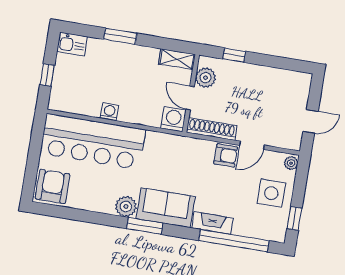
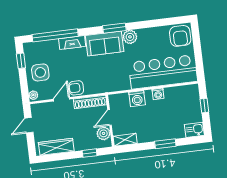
wardrobe: (280, 78) -> (56, 147), added
door: (190, 98) -> (110, 118), swing flipped
washing machine: (173, 119) -> (137, 99), moved

